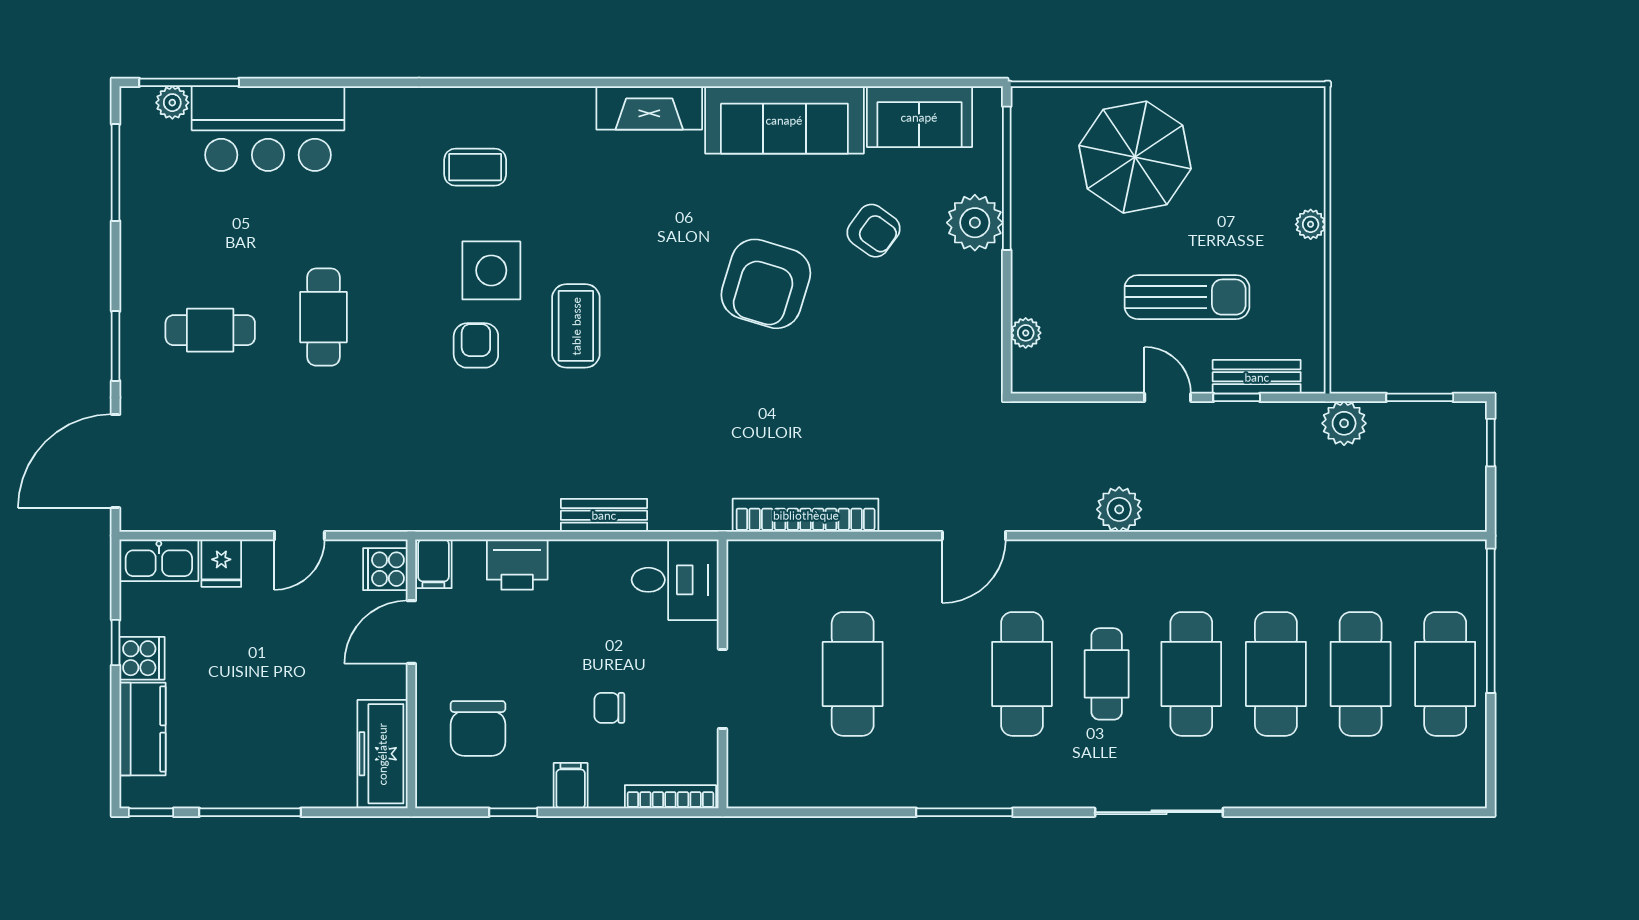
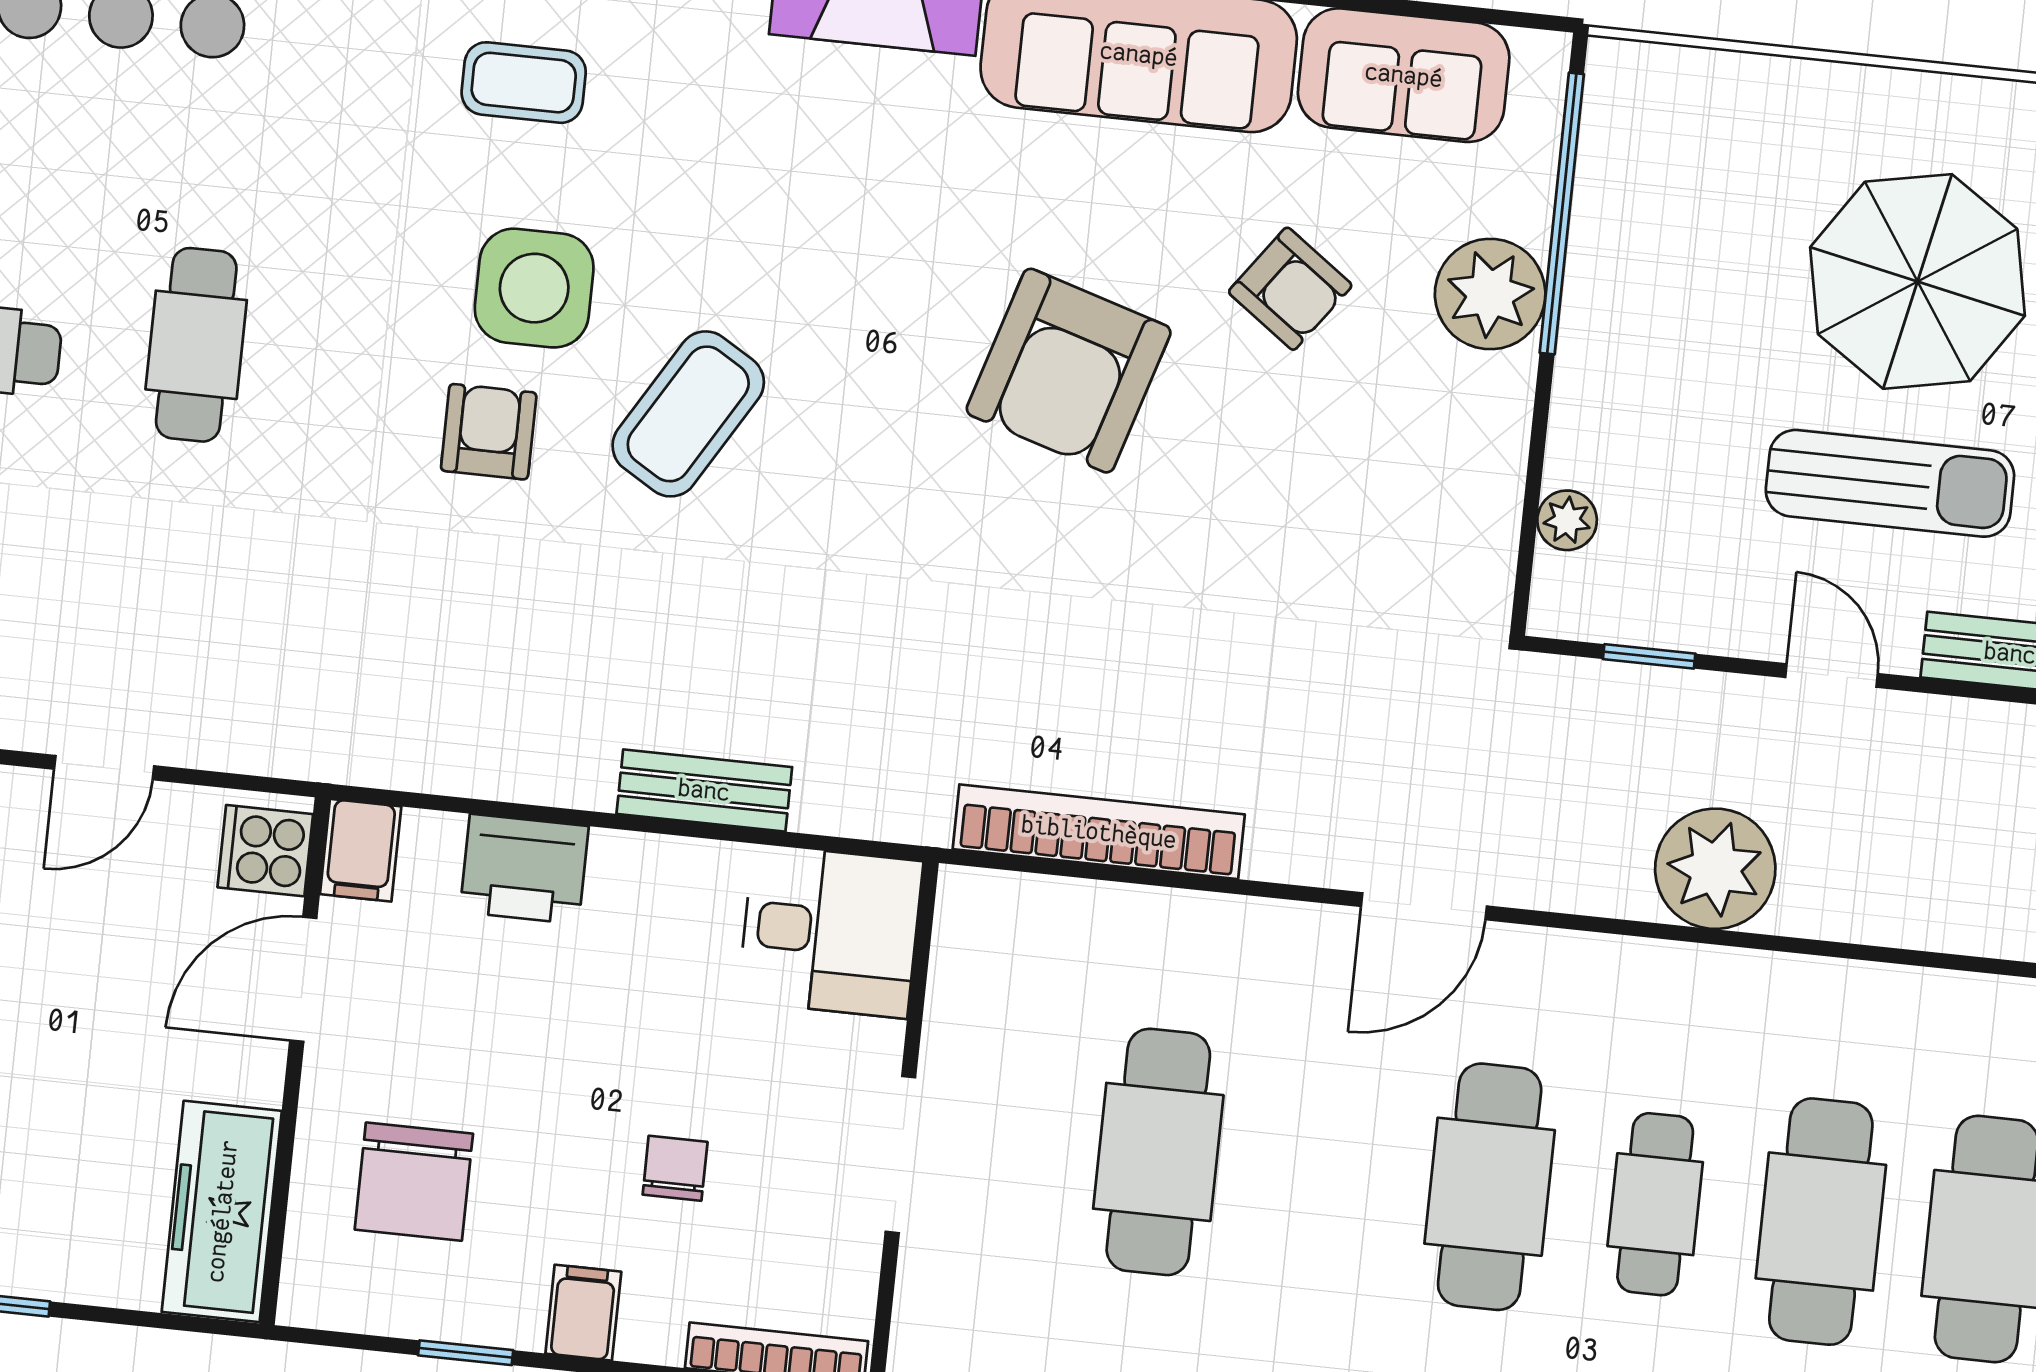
parasol: (1135, 157) -> (1918, 281), moved
coffee table: (576, 326) -> (688, 414), turned 31
window: (1237, 397) -> (1649, 656), moved
plant: (1119, 509) -> (1715, 869), width x1.36, depth x1.36
chair: (609, 708) -> (675, 1168), turned 90

